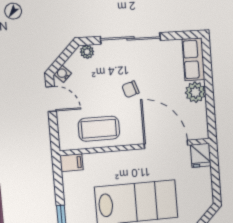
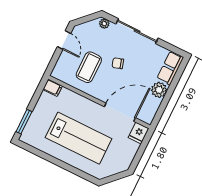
water cooler: (63, 74) -> (81, 29), removed
coffee table: (99, 129) -> (89, 67), moved, turned 90
door: (166, 144) -> (120, 112), hinge flipped

